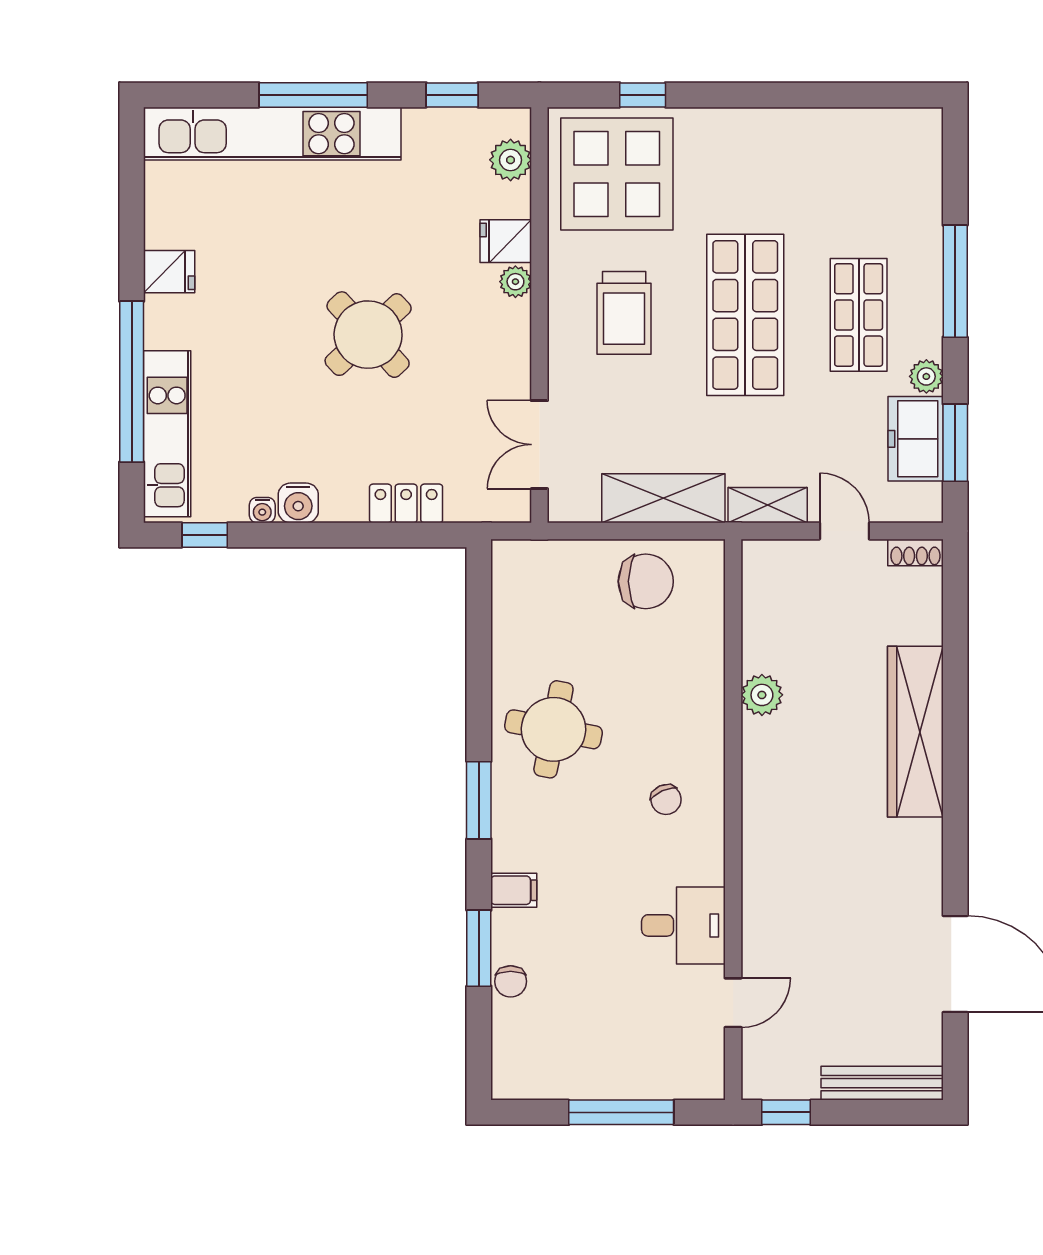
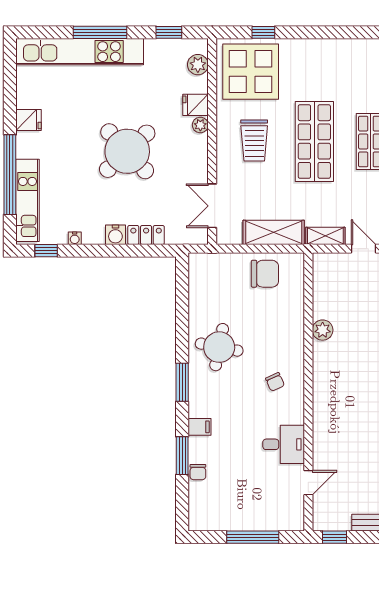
round table: (368, 335) -> (127, 151), width x1.36, depth x1.36
water cooler: (298, 503) -> (115, 235), moved

